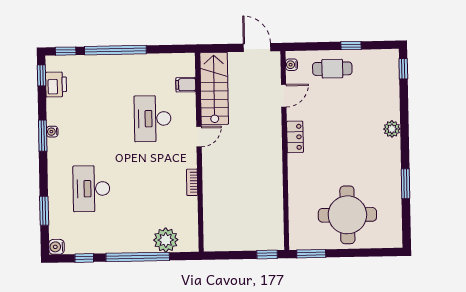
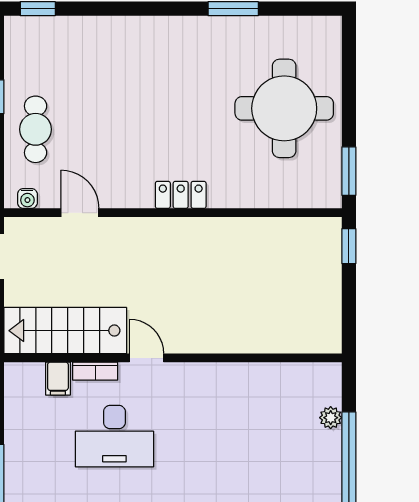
plant: (392, 129) -> (140, 30), removed
locker: (295, 137) -> (181, 195), moved
bookcase: (192, 182) -> (95, 371), moved
plant: (166, 240) -> (331, 418), width x0.53, depth x0.53

